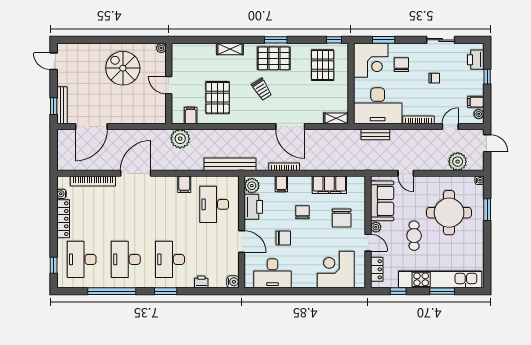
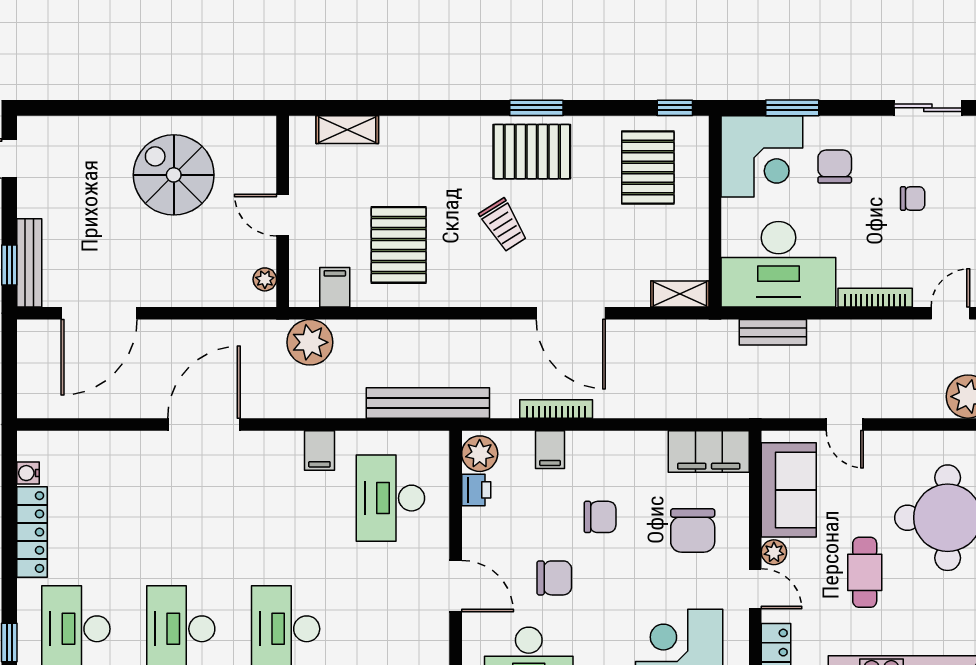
plant: (161, 48) -> (265, 279), moved
shelving: (230, 49) -> (347, 130), moved
bookcase: (93, 181) -> (103, 443), removed
filing cabinet: (329, 185) -> (709, 452), moved
printer: (253, 207) -> (476, 490), width x0.53, depth x0.68
chair: (303, 212) -> (600, 517), turned 90

